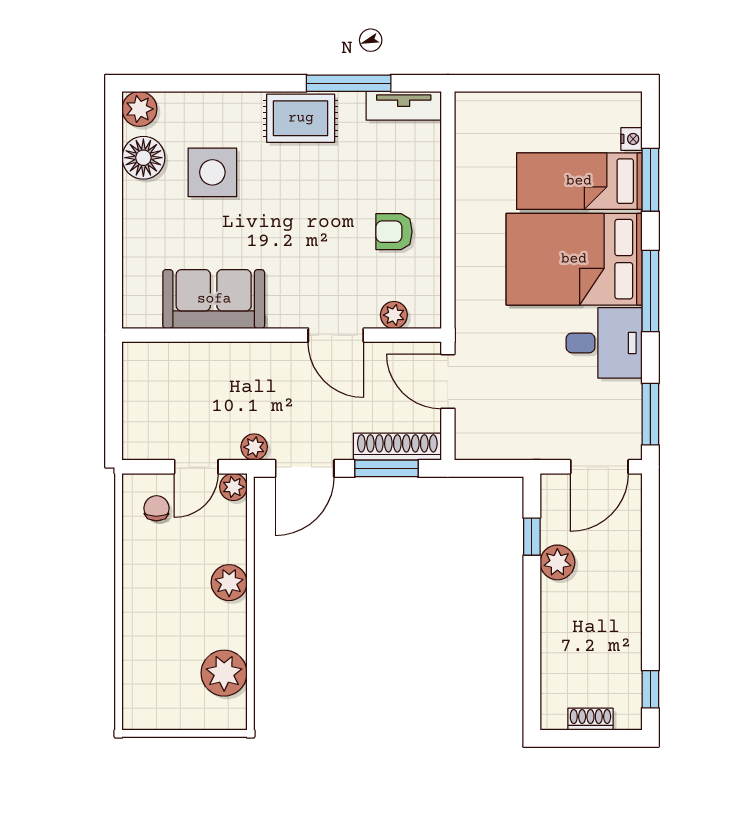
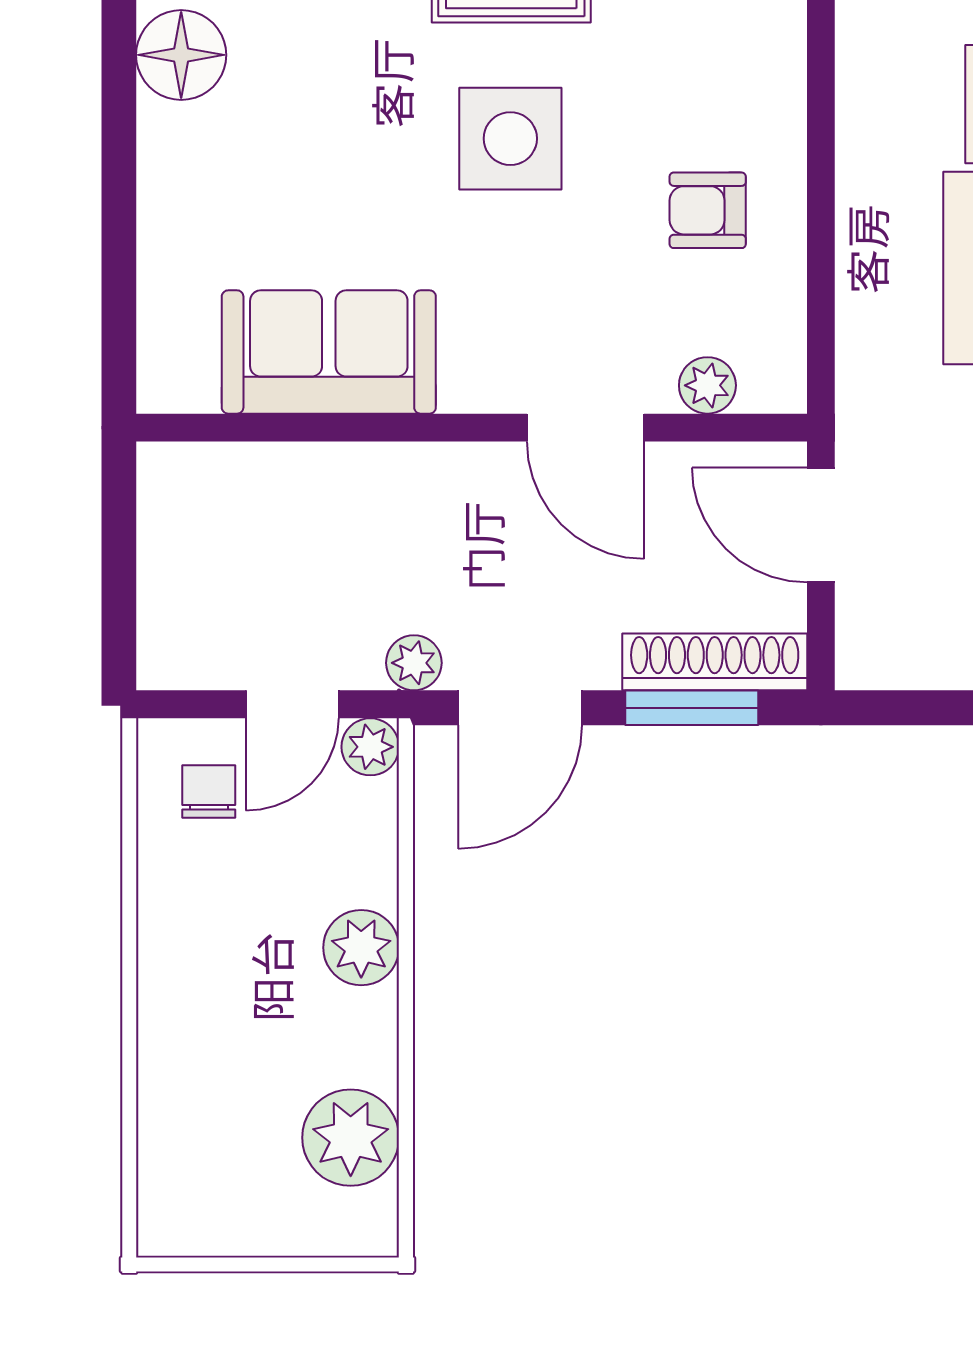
side table: (212, 172) -> (510, 139), moved

